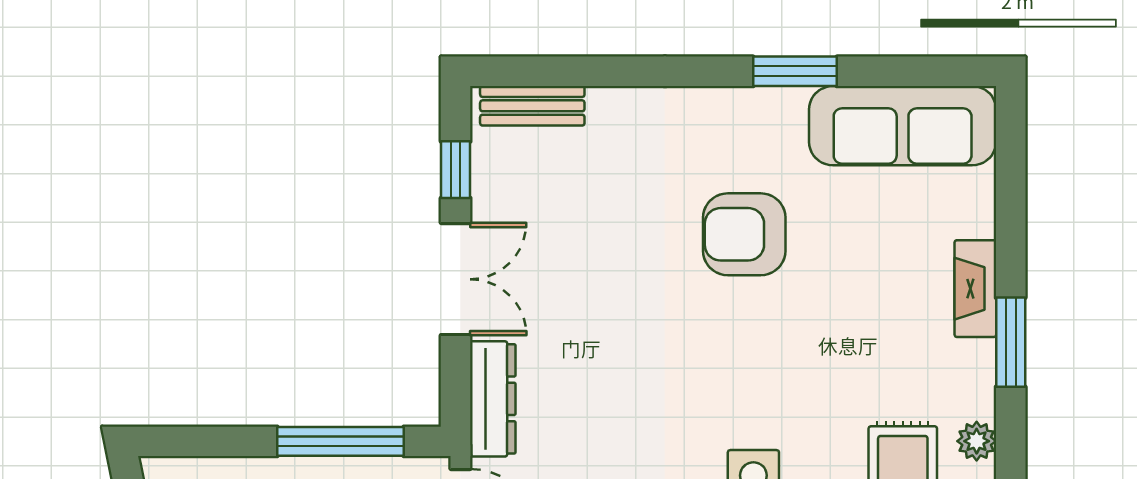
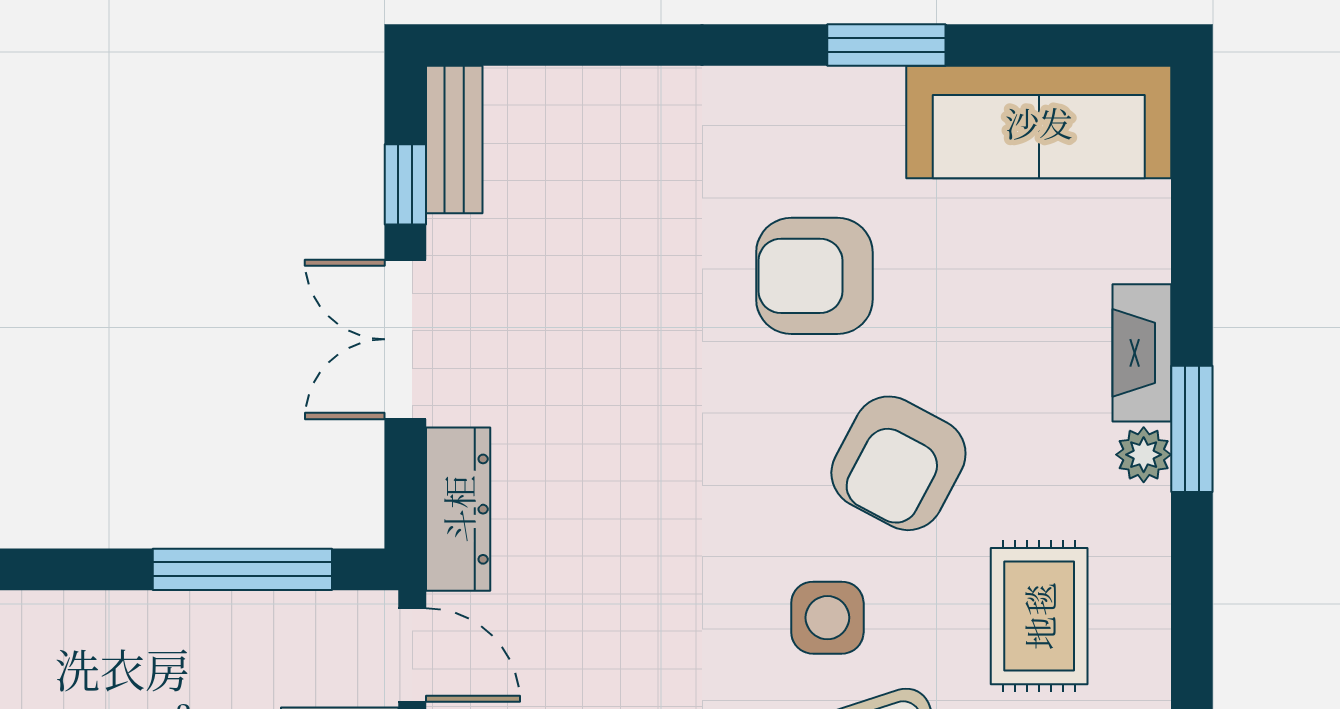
bench: (532, 106) -> (454, 140), moved, turned 90
double door: (456, 279) -> (405, 339), swing flipped
armchair: (804, 367) -> (898, 463), added
plant: (977, 441) -> (1144, 455), moved

